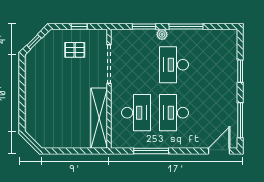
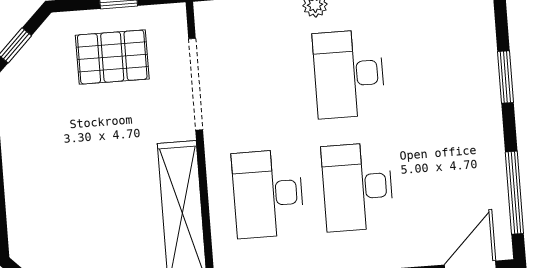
pallet: (75, 50) -> (112, 57), width x1.50, depth x1.42
desk: (136, 113) -> (268, 194), turned 180

